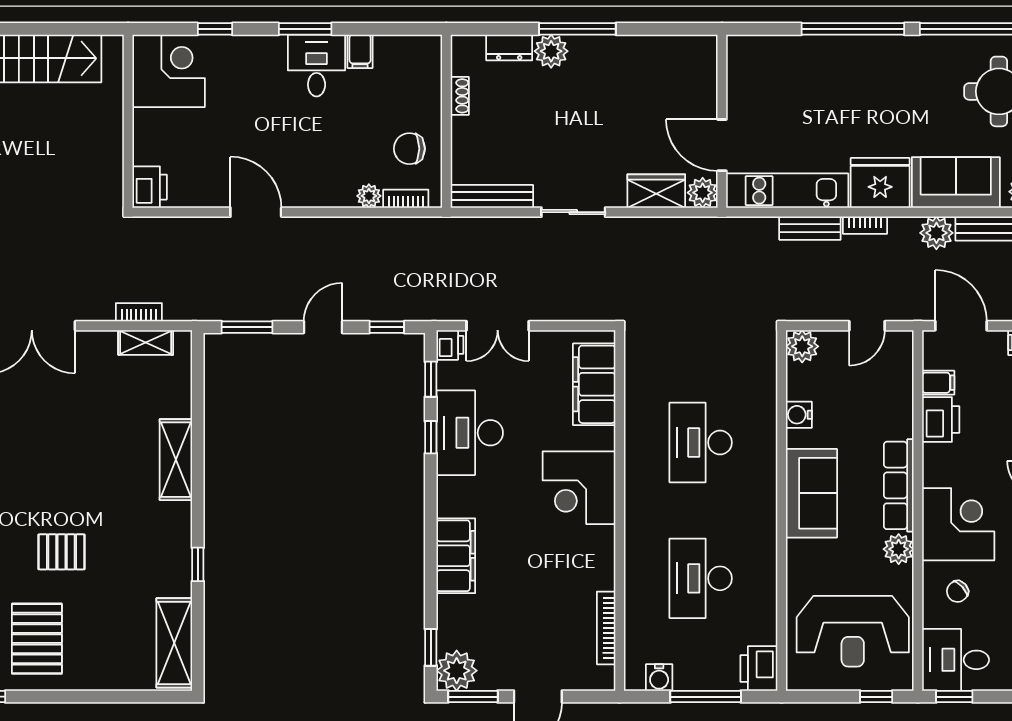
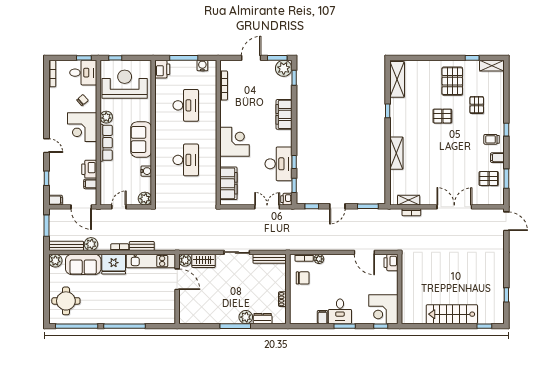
corner desk: (169, 71) -> (383, 309), moved
wall: (128, 121) -> (400, 289), moved
printer: (150, 187) -> (391, 263), moved

